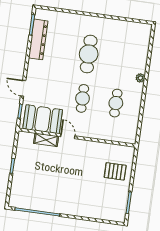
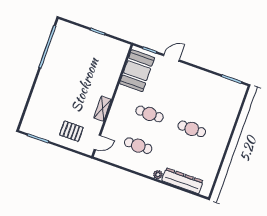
dresser: (38, 39) -> (182, 181), moved, turned 180
cafe table: (89, 54) -> (192, 129), width x0.73, depth x0.74
door: (68, 136) -> (97, 142), moved
shelving: (46, 140) -> (102, 109), moved
pallet: (115, 171) -> (71, 131), turned 90

